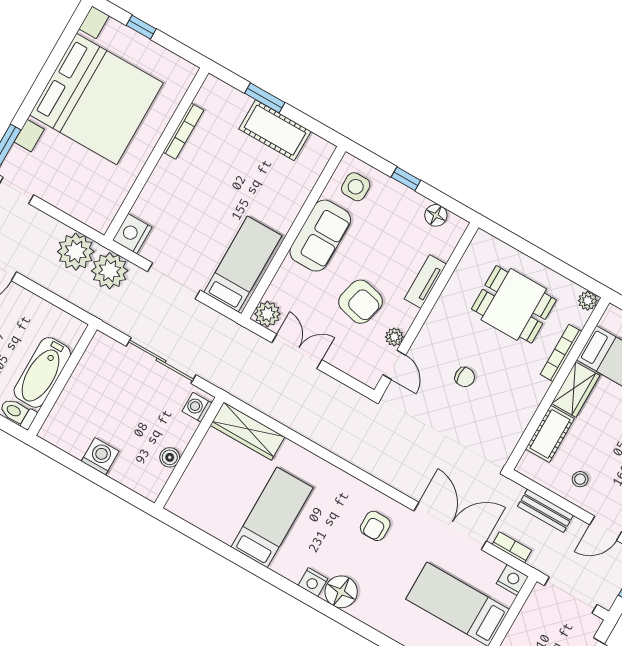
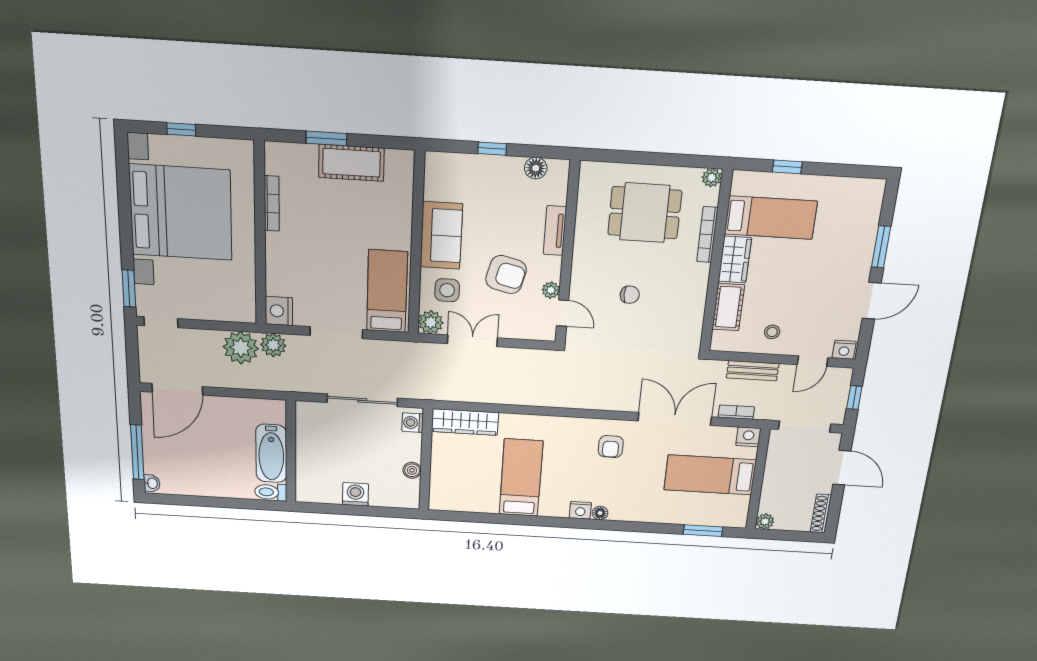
side table: (356, 187) -> (447, 290), moved
plant: (110, 271) -> (273, 345), width x0.73, depth x0.73
floor lamp: (341, 592) -> (600, 513), width x0.53, depth x0.53

